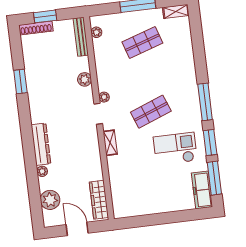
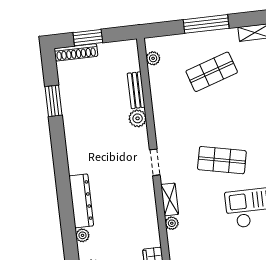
bench: (81, 37) -> (136, 90), moved, width x0.73
window: (20, 81) -> (53, 101), moved
plant: (104, 97) -> (172, 223), moved
shop shelf: (151, 112) -> (222, 160), turned 33

